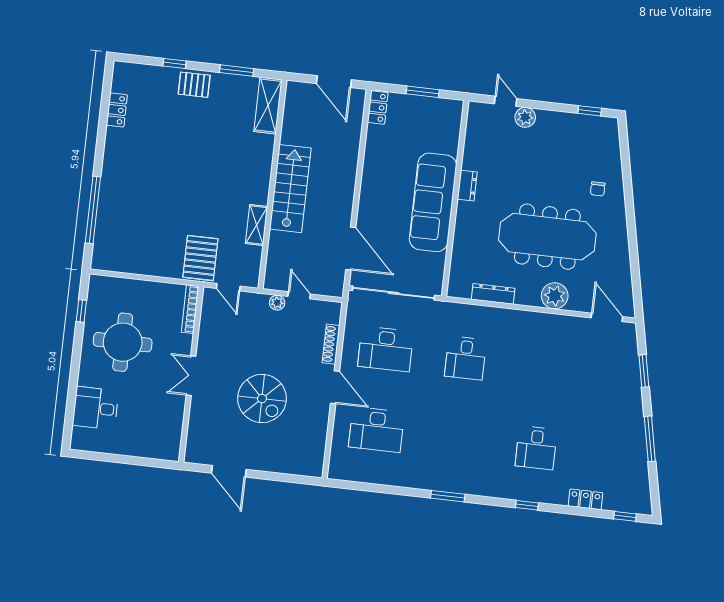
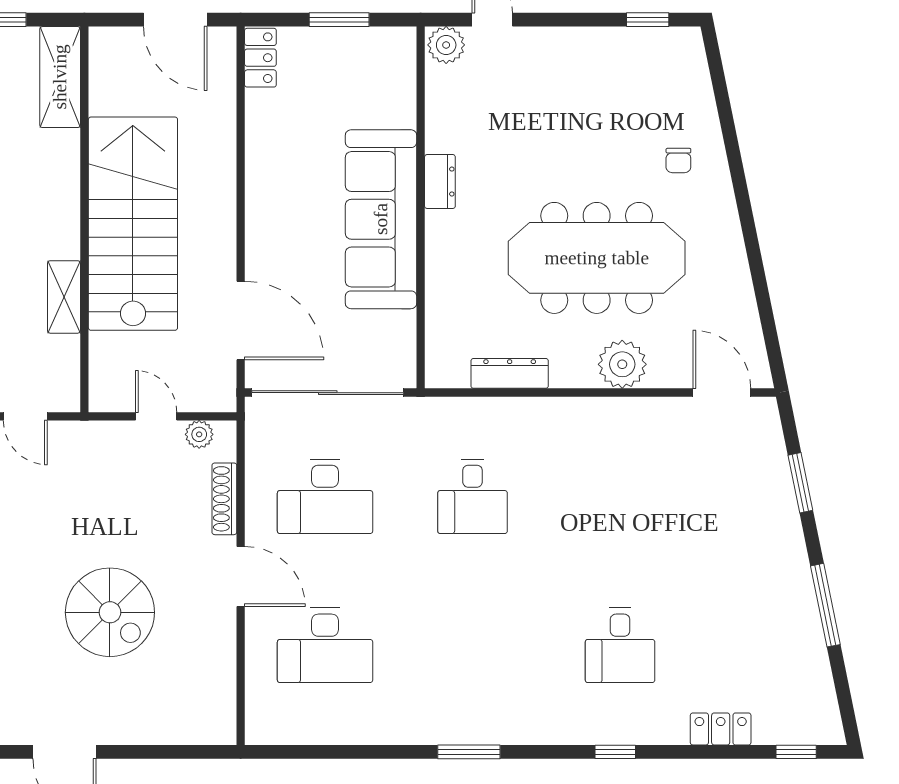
plant: (525, 117) -> (446, 45), moved
stairs: (290, 189) -> (133, 224), width x1.36, depth x1.51
plant: (277, 303) -> (199, 434), moved

